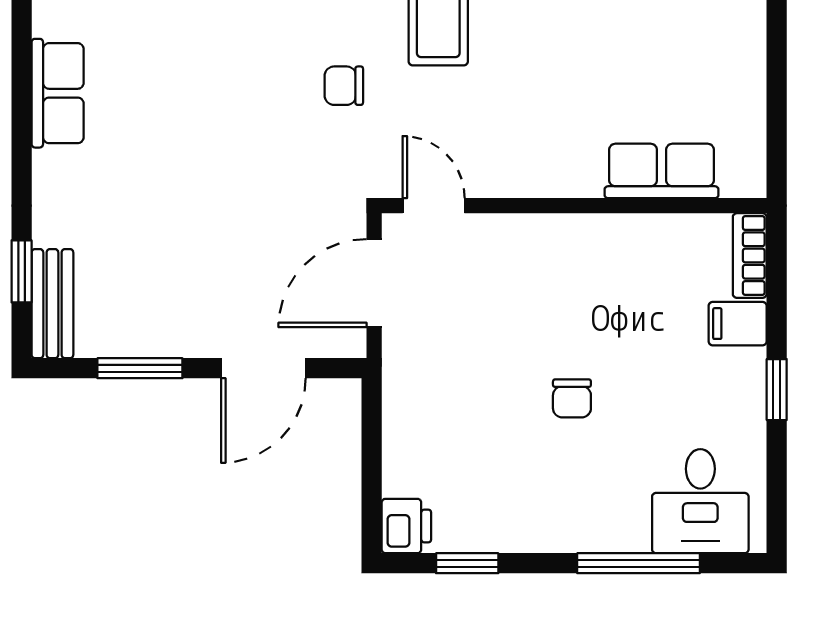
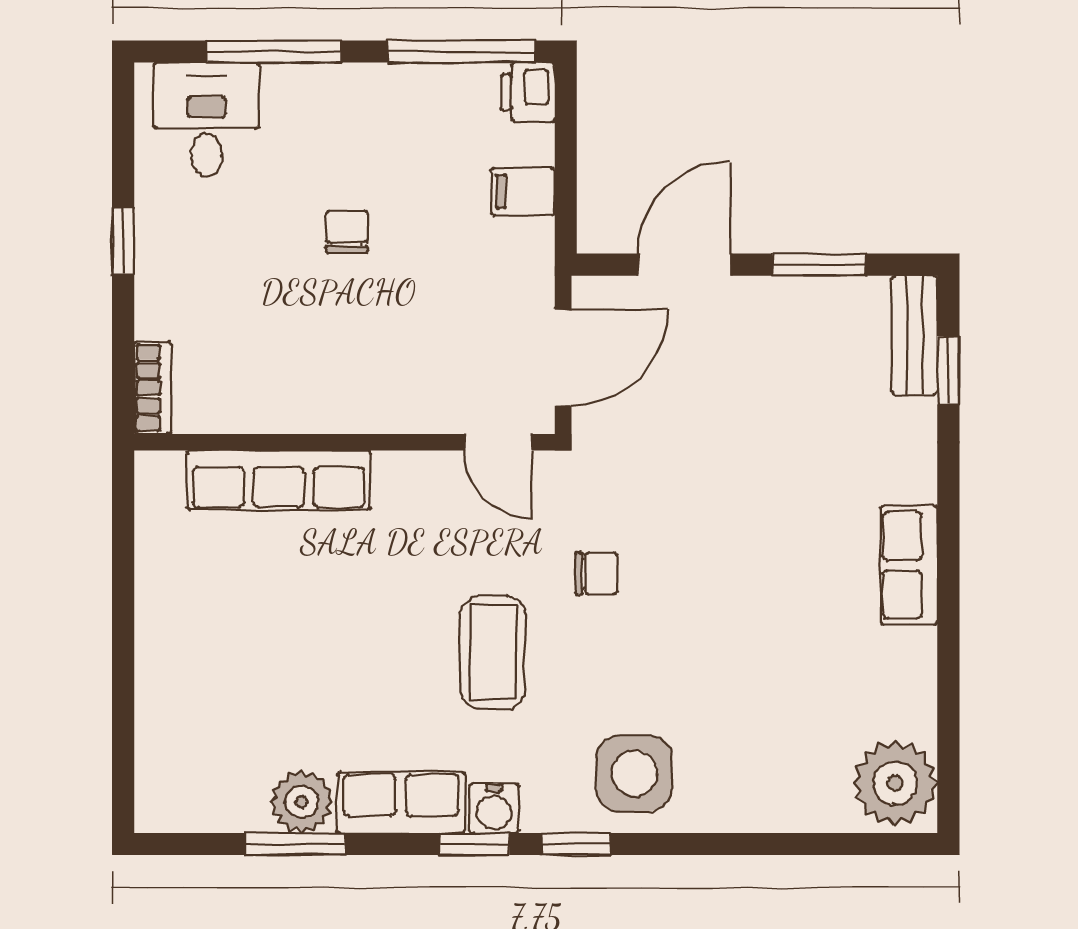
row of seats: (662, 171) -> (279, 480), width x1.48
filing cabinet: (738, 324) -> (523, 192), moved, turned 180
window: (467, 563) -> (461, 51), width x2.17

